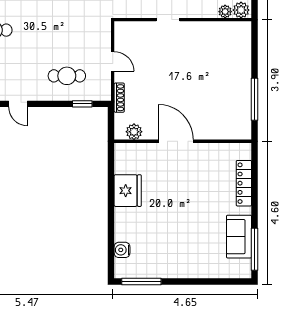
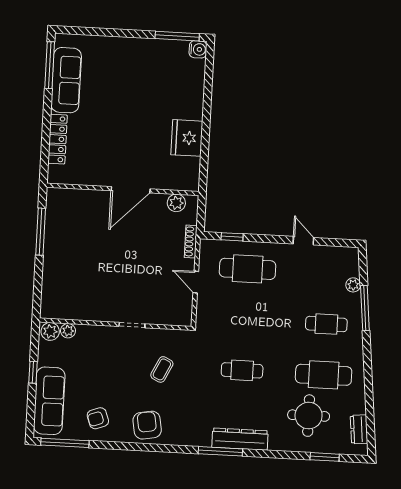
cafe table: (67, 76) -> (248, 269), width x1.37, depth x1.35
door: (176, 141) -> (131, 190), hinge flipped
sofa: (239, 237) -> (66, 80), width x1.36
water cooler: (122, 250) -> (198, 49), moved

